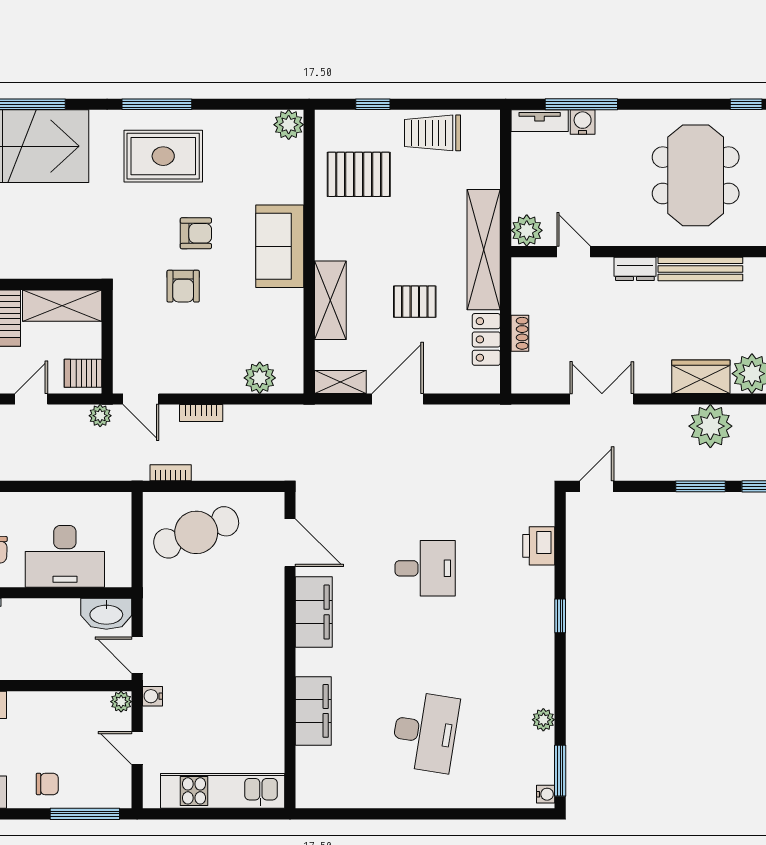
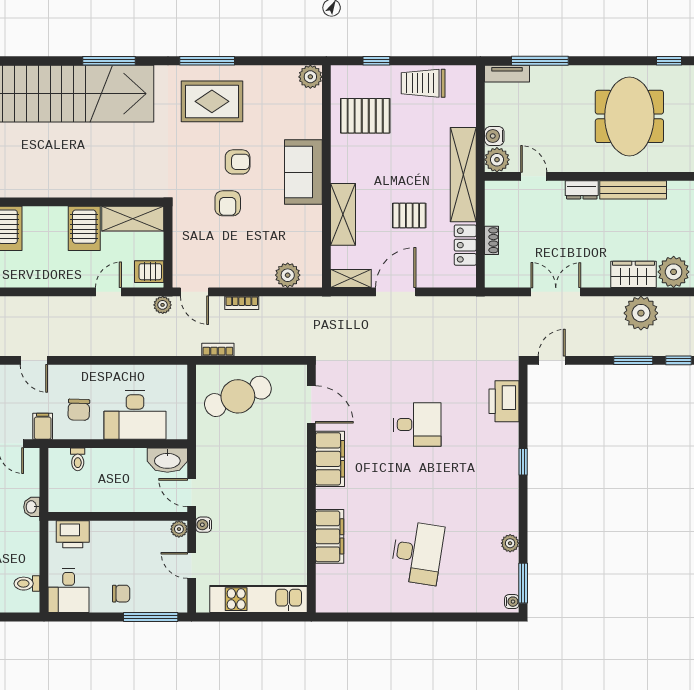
water cooler: (583, 122) -> (494, 136), moved, turned -90
printer: (539, 546) -> (504, 401), width x1.37, depth x1.19

